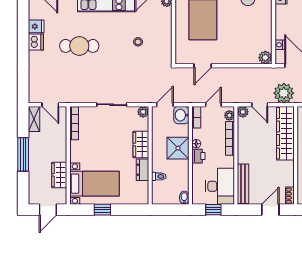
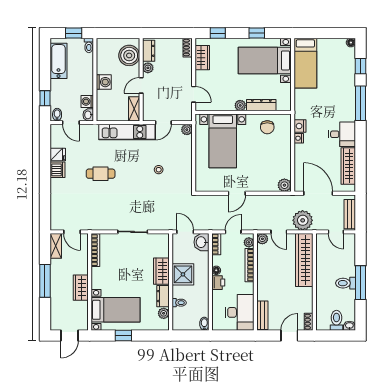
nightstand: (280, 45) -> (299, 138), moved
cafe table: (79, 46) -> (101, 174), width x0.73, depth x0.74
door: (203, 66) -> (237, 193), moved
door: (165, 105) -> (185, 232), hinge flipped
plant: (143, 112) -> (164, 313), moved
shower: (178, 148) -> (183, 274), moved
wardrobe: (59, 175) -> (81, 288), moved
bench: (243, 184) -> (262, 315), width x0.73
window: (213, 210) -> (233, 336), removed

